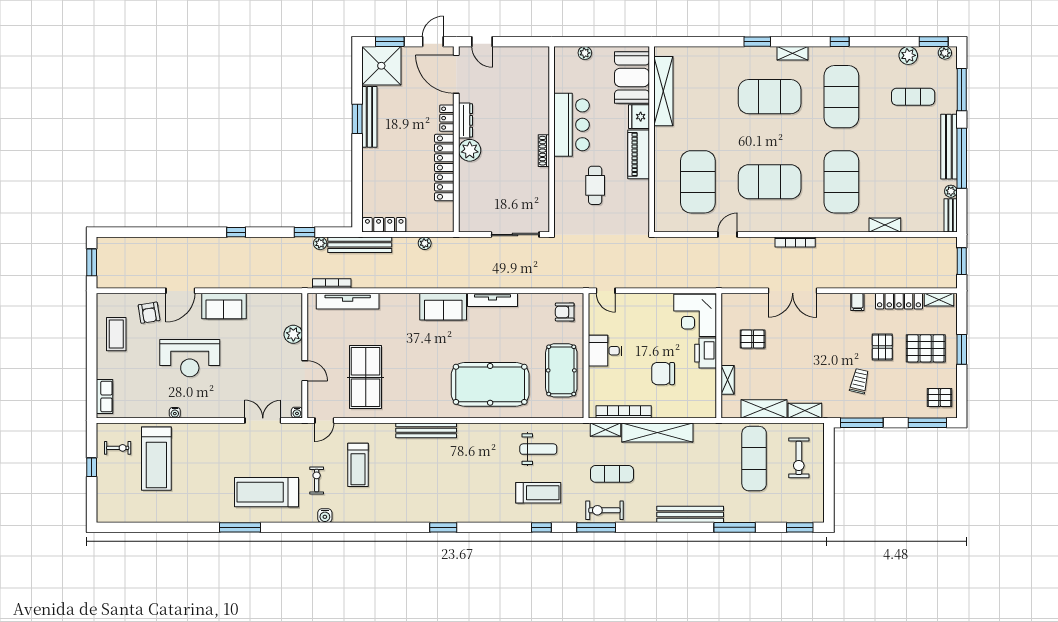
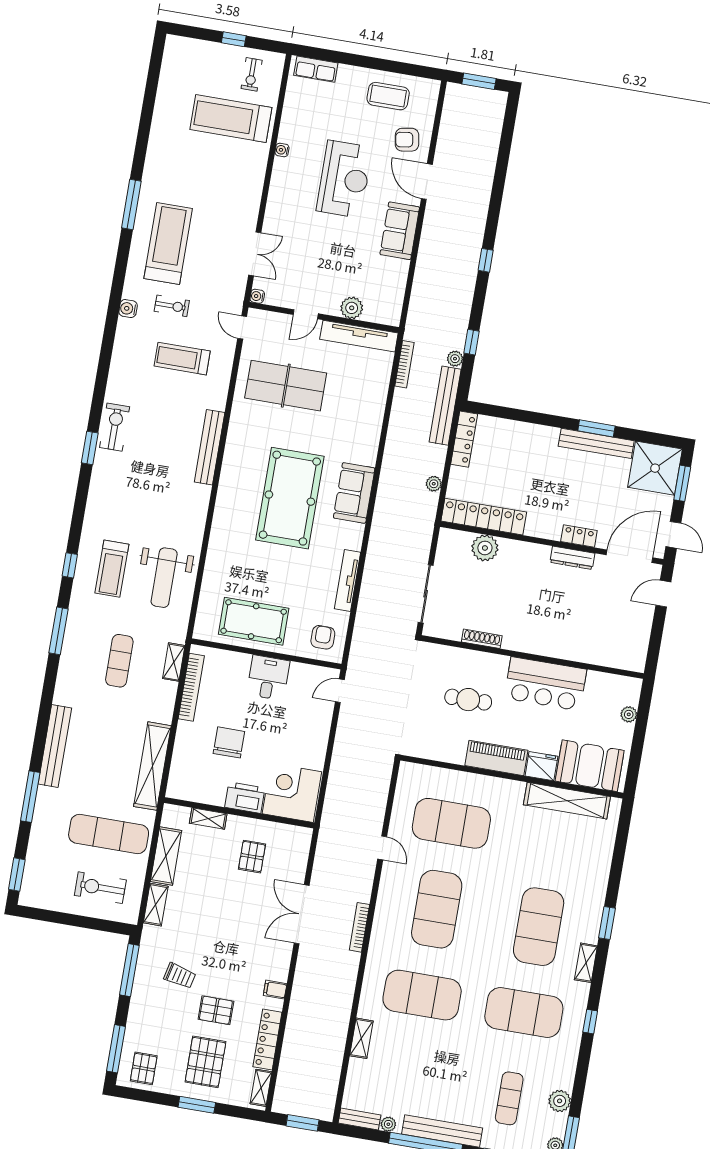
plant: (470, 150) -> (485, 548), moved
shoe rack: (544, 151) -> (482, 639), moved
locker: (444, 168) -> (484, 517), moved
tv unit: (493, 300) -> (347, 580), moved
tv unit: (348, 301) -> (359, 336), moved, turned -90
reception desk: (190, 358) -> (344, 179), turned 180
pool table: (490, 384) -> (290, 498), moved
shelving: (657, 432) -> (152, 766), moved
weight bench: (538, 449) -> (164, 578), width x1.36, depth x1.33
exercise bike: (604, 510) -> (115, 427), moved

